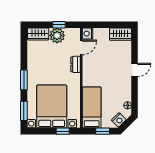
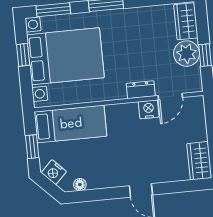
nightstand: (88, 34) -> (149, 109), moved
door: (81, 47) -> (170, 97), hinge flipped
window: (63, 131) -> (23, 55), moved

